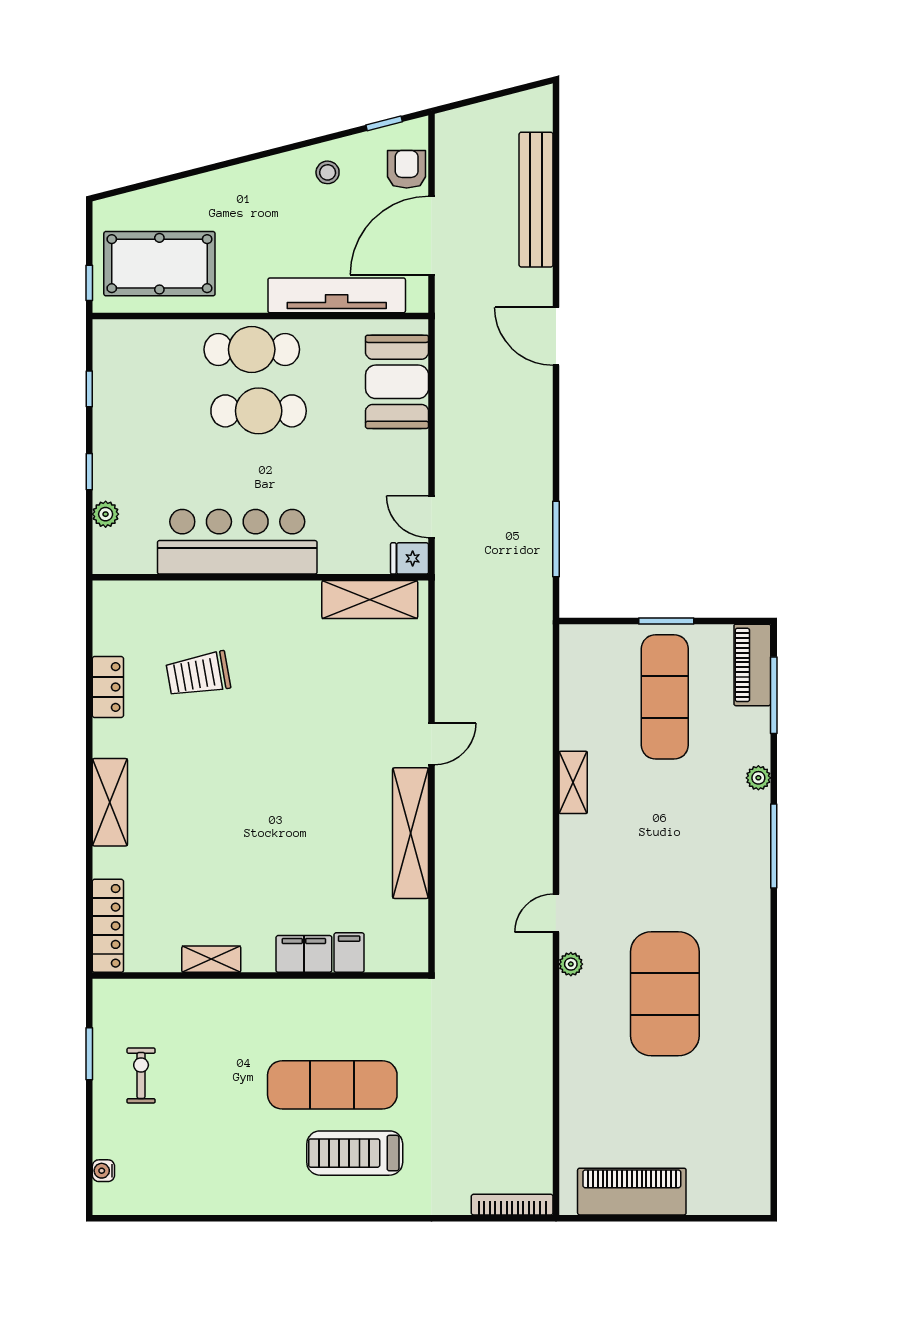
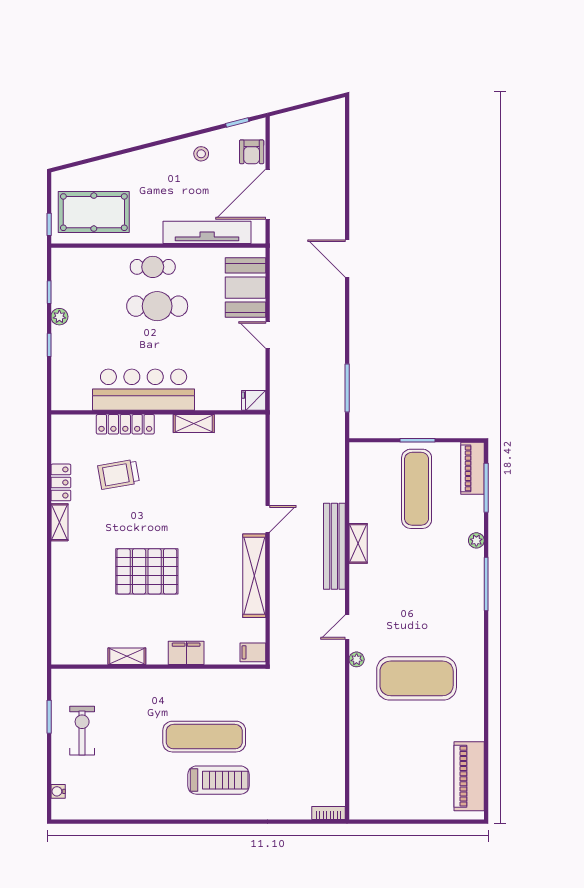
armchair: (407, 169) -> (252, 152), turned 180
bench: (536, 200) -> (334, 546), moved
cafe table: (252, 349) -> (153, 267), width x0.73, depth x0.74
plant: (106, 514) -> (59, 317), moved
door: (431, 517) -> (268, 335), moved
shelving: (370, 600) -> (194, 424), moved, width x0.67, depth x0.75
shelving: (110, 802) -> (59, 522), moved, width x0.67, depth x0.75
pallet: (242, 826) -> (147, 571), added
locker: (108, 926) -> (125, 424), moved, turned 90
filing cabinet: (349, 953) -> (253, 652), moved, turned -90
exercise mat: (665, 994) -> (417, 678), turned 90
exercise bike: (141, 1075) -> (82, 731), width x1.38, depth x1.39
treadmill: (355, 1153) -> (219, 780), turned 180
piano: (632, 1192) -> (469, 776), moved, turned -90
bookcase: (512, 1205) -> (328, 813), width x0.64

